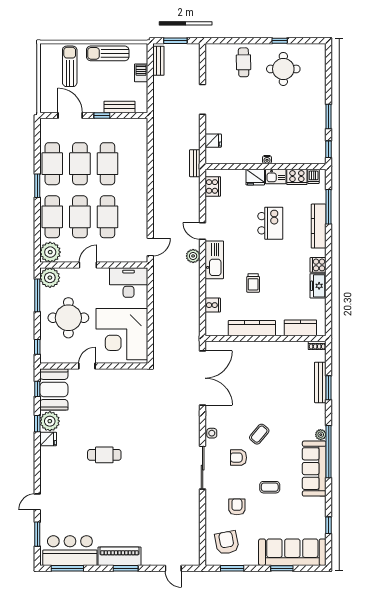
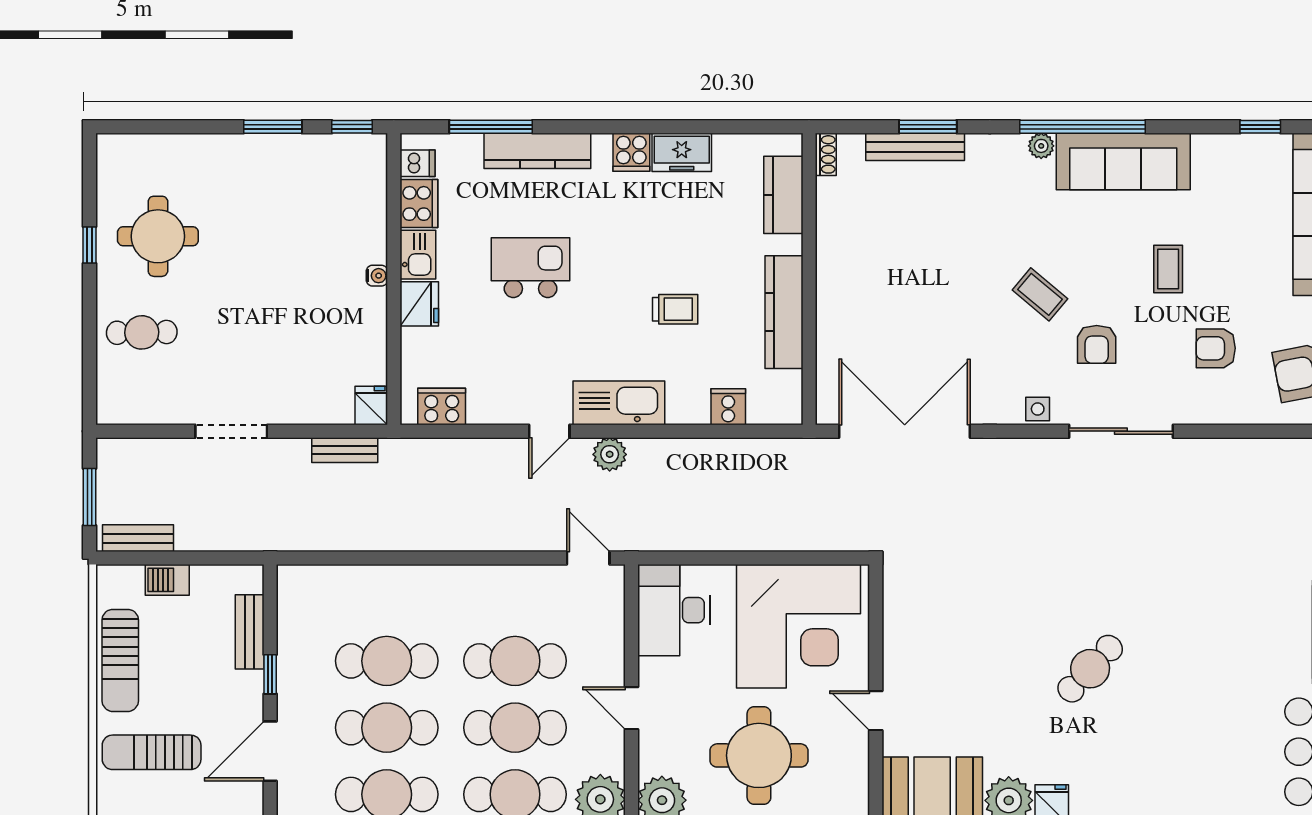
fridge: (213, 141) -> (371, 405), moved
bench: (195, 163) -> (345, 450), moved
cafe table: (104, 455) -> (1090, 669), turned 43

